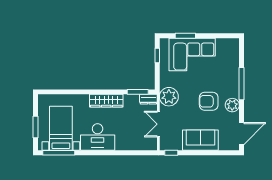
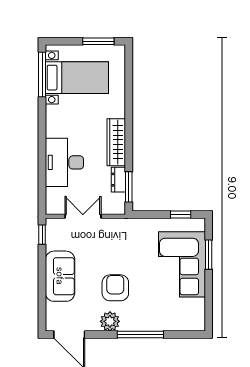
plant: (169, 97) -> (122, 231), removed
dresser: (148, 99) -> (118, 180), moved
window: (35, 127) -> (98, 41), moved
desk: (98, 137) -> (64, 162), moved

